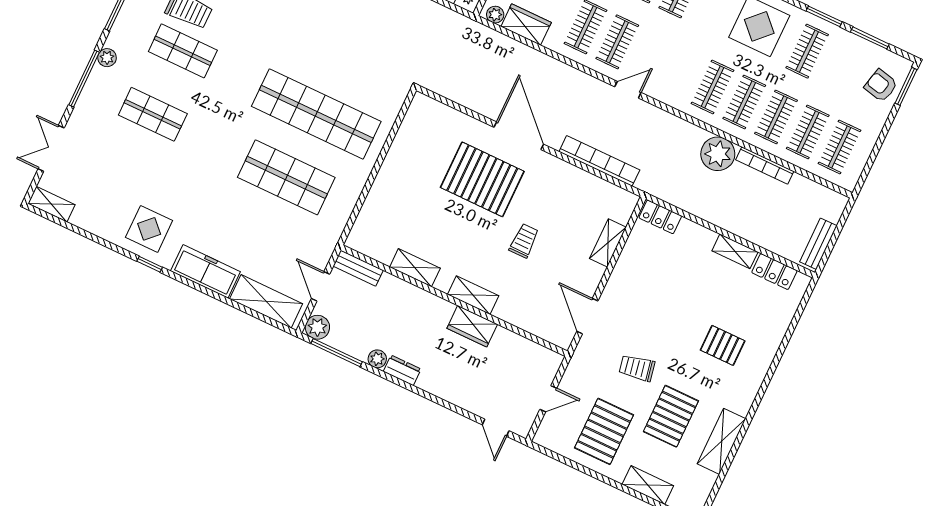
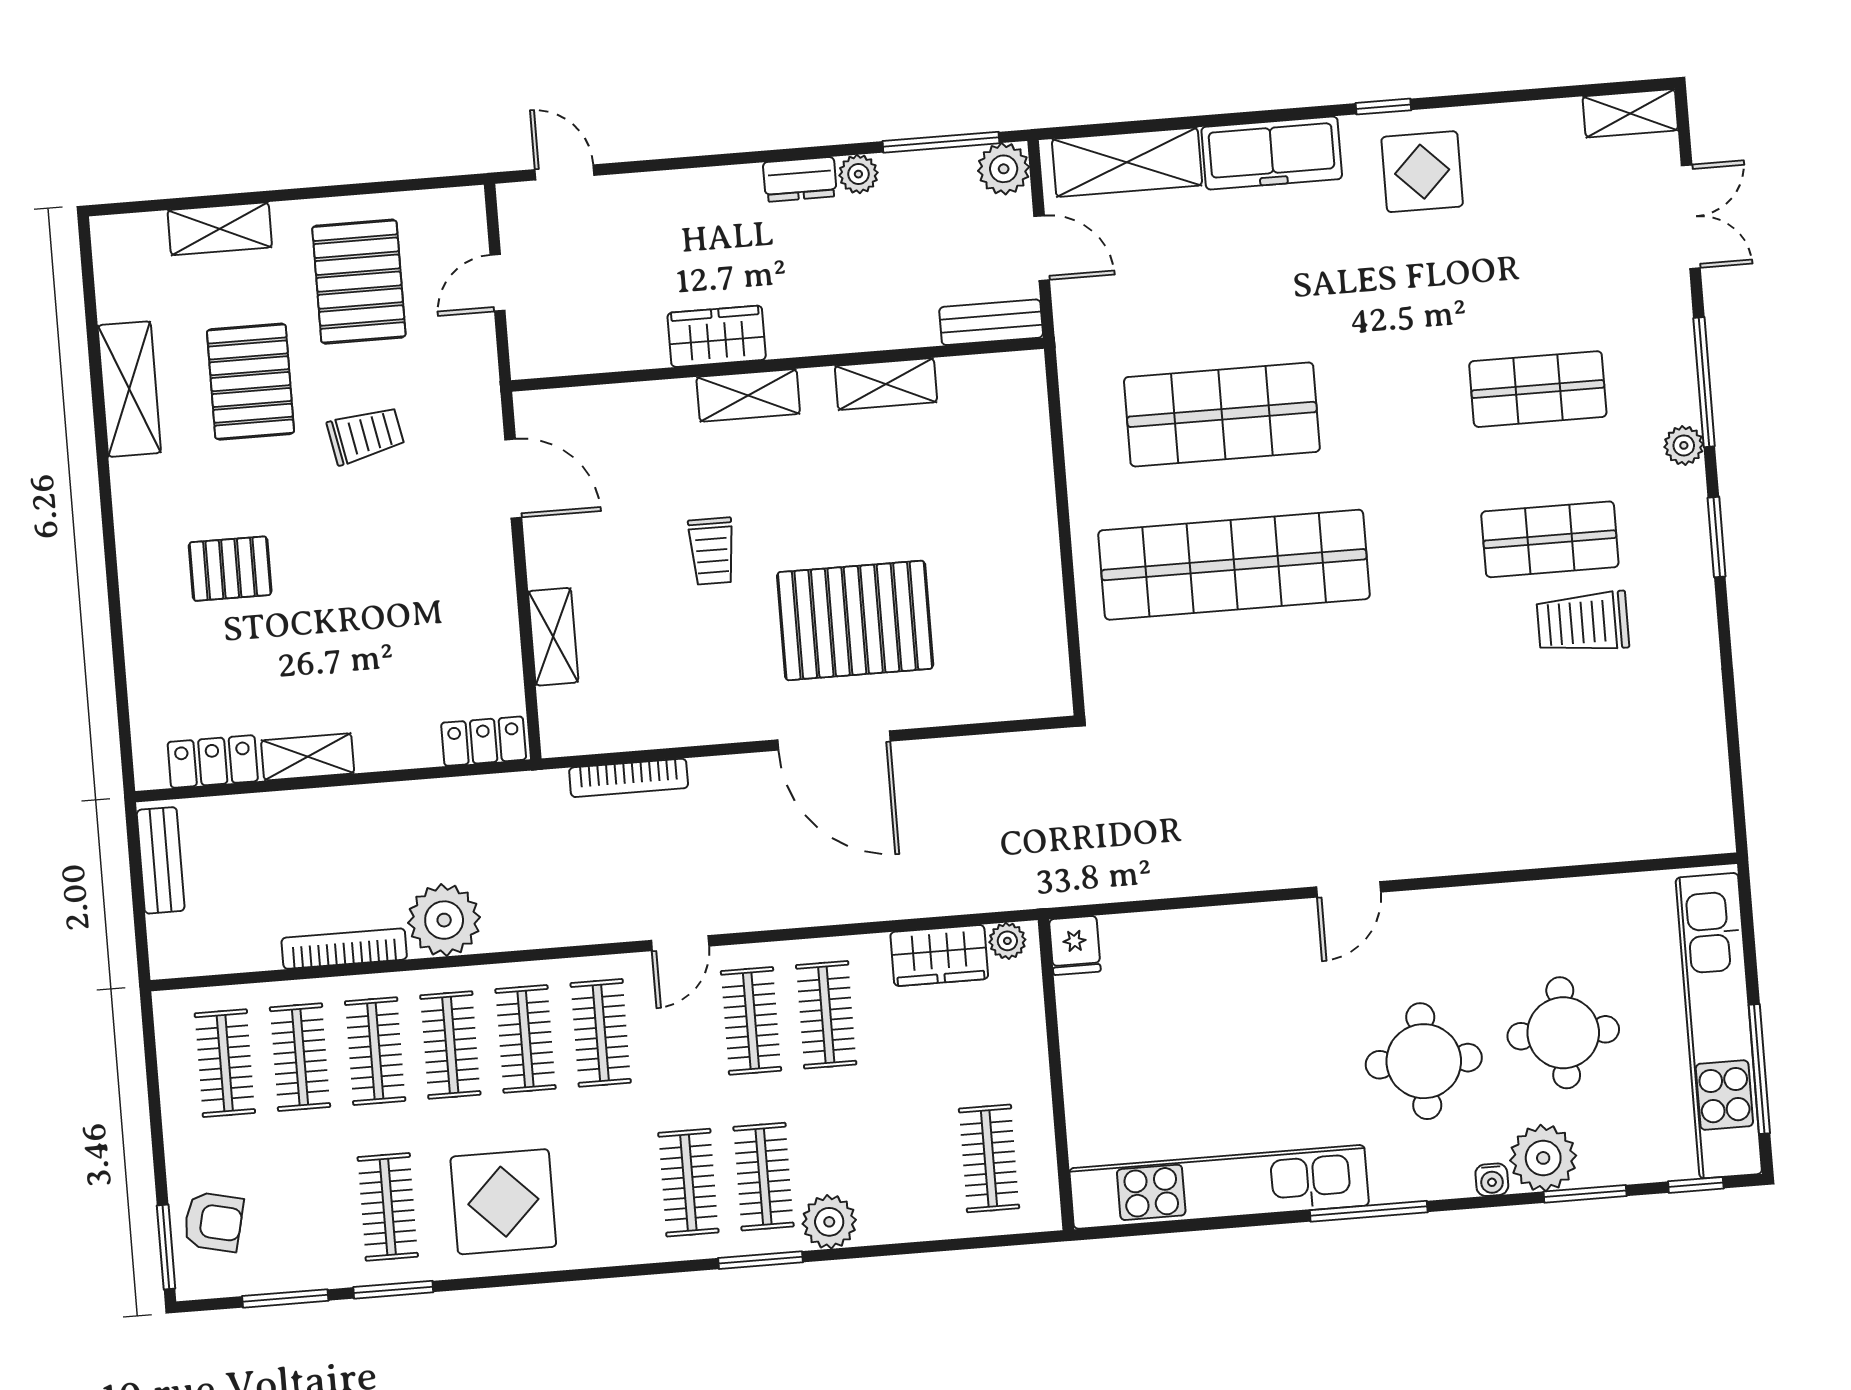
clothes rail: (681, 72) -> (601, 1033), added
bookcase: (599, 161) -> (629, 778), width x0.68, depth x0.76

